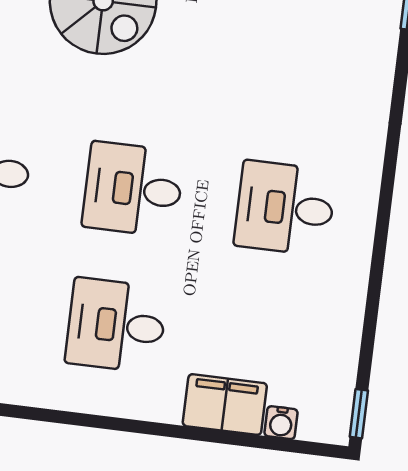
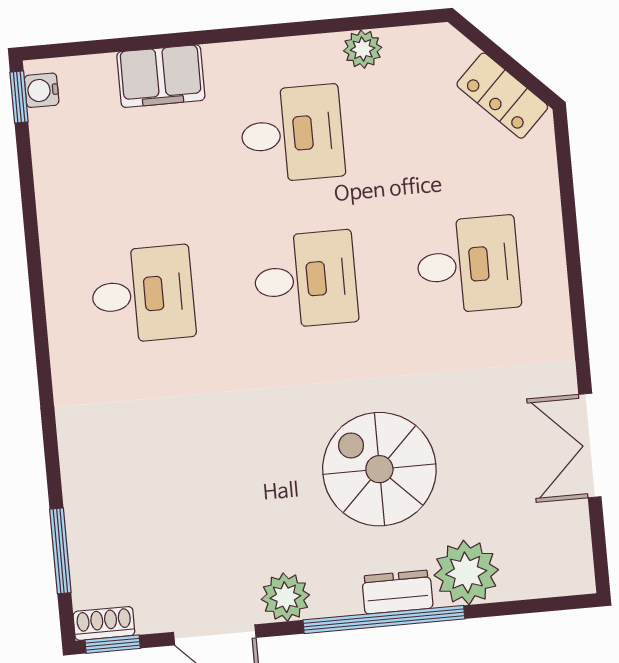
plant: (35, 389) -> (363, 49), added
water cooler: (281, 423) -> (42, 90), moved, turned -90

